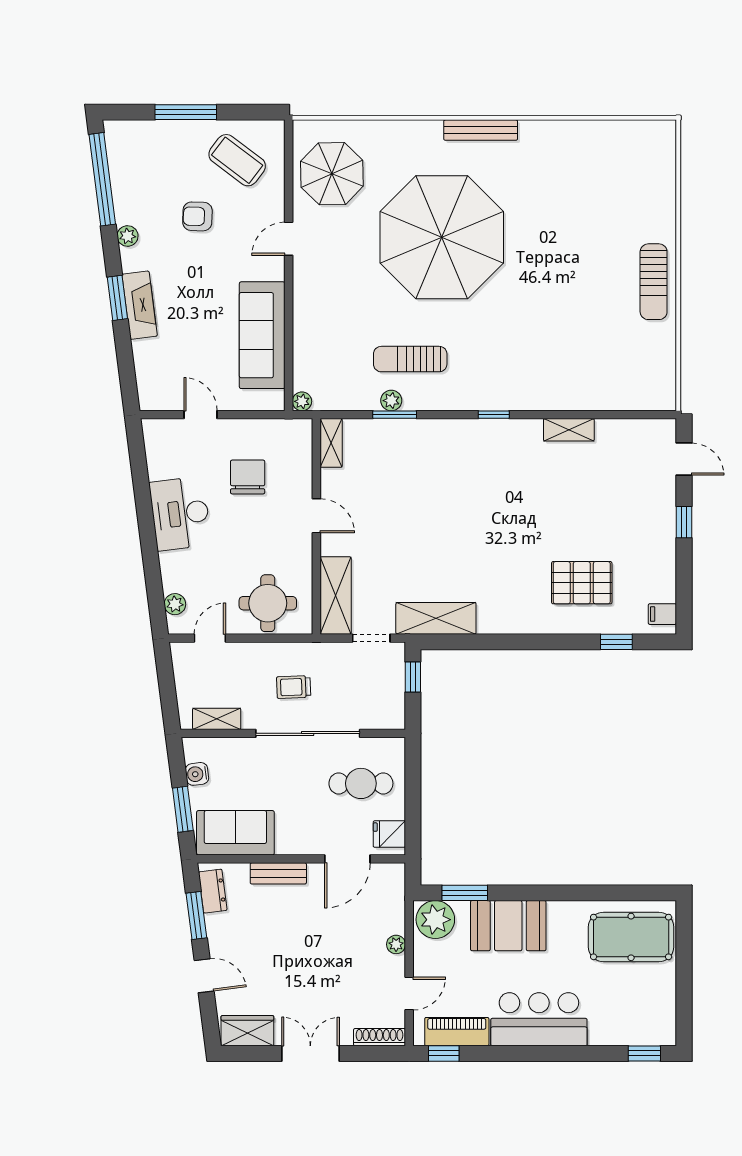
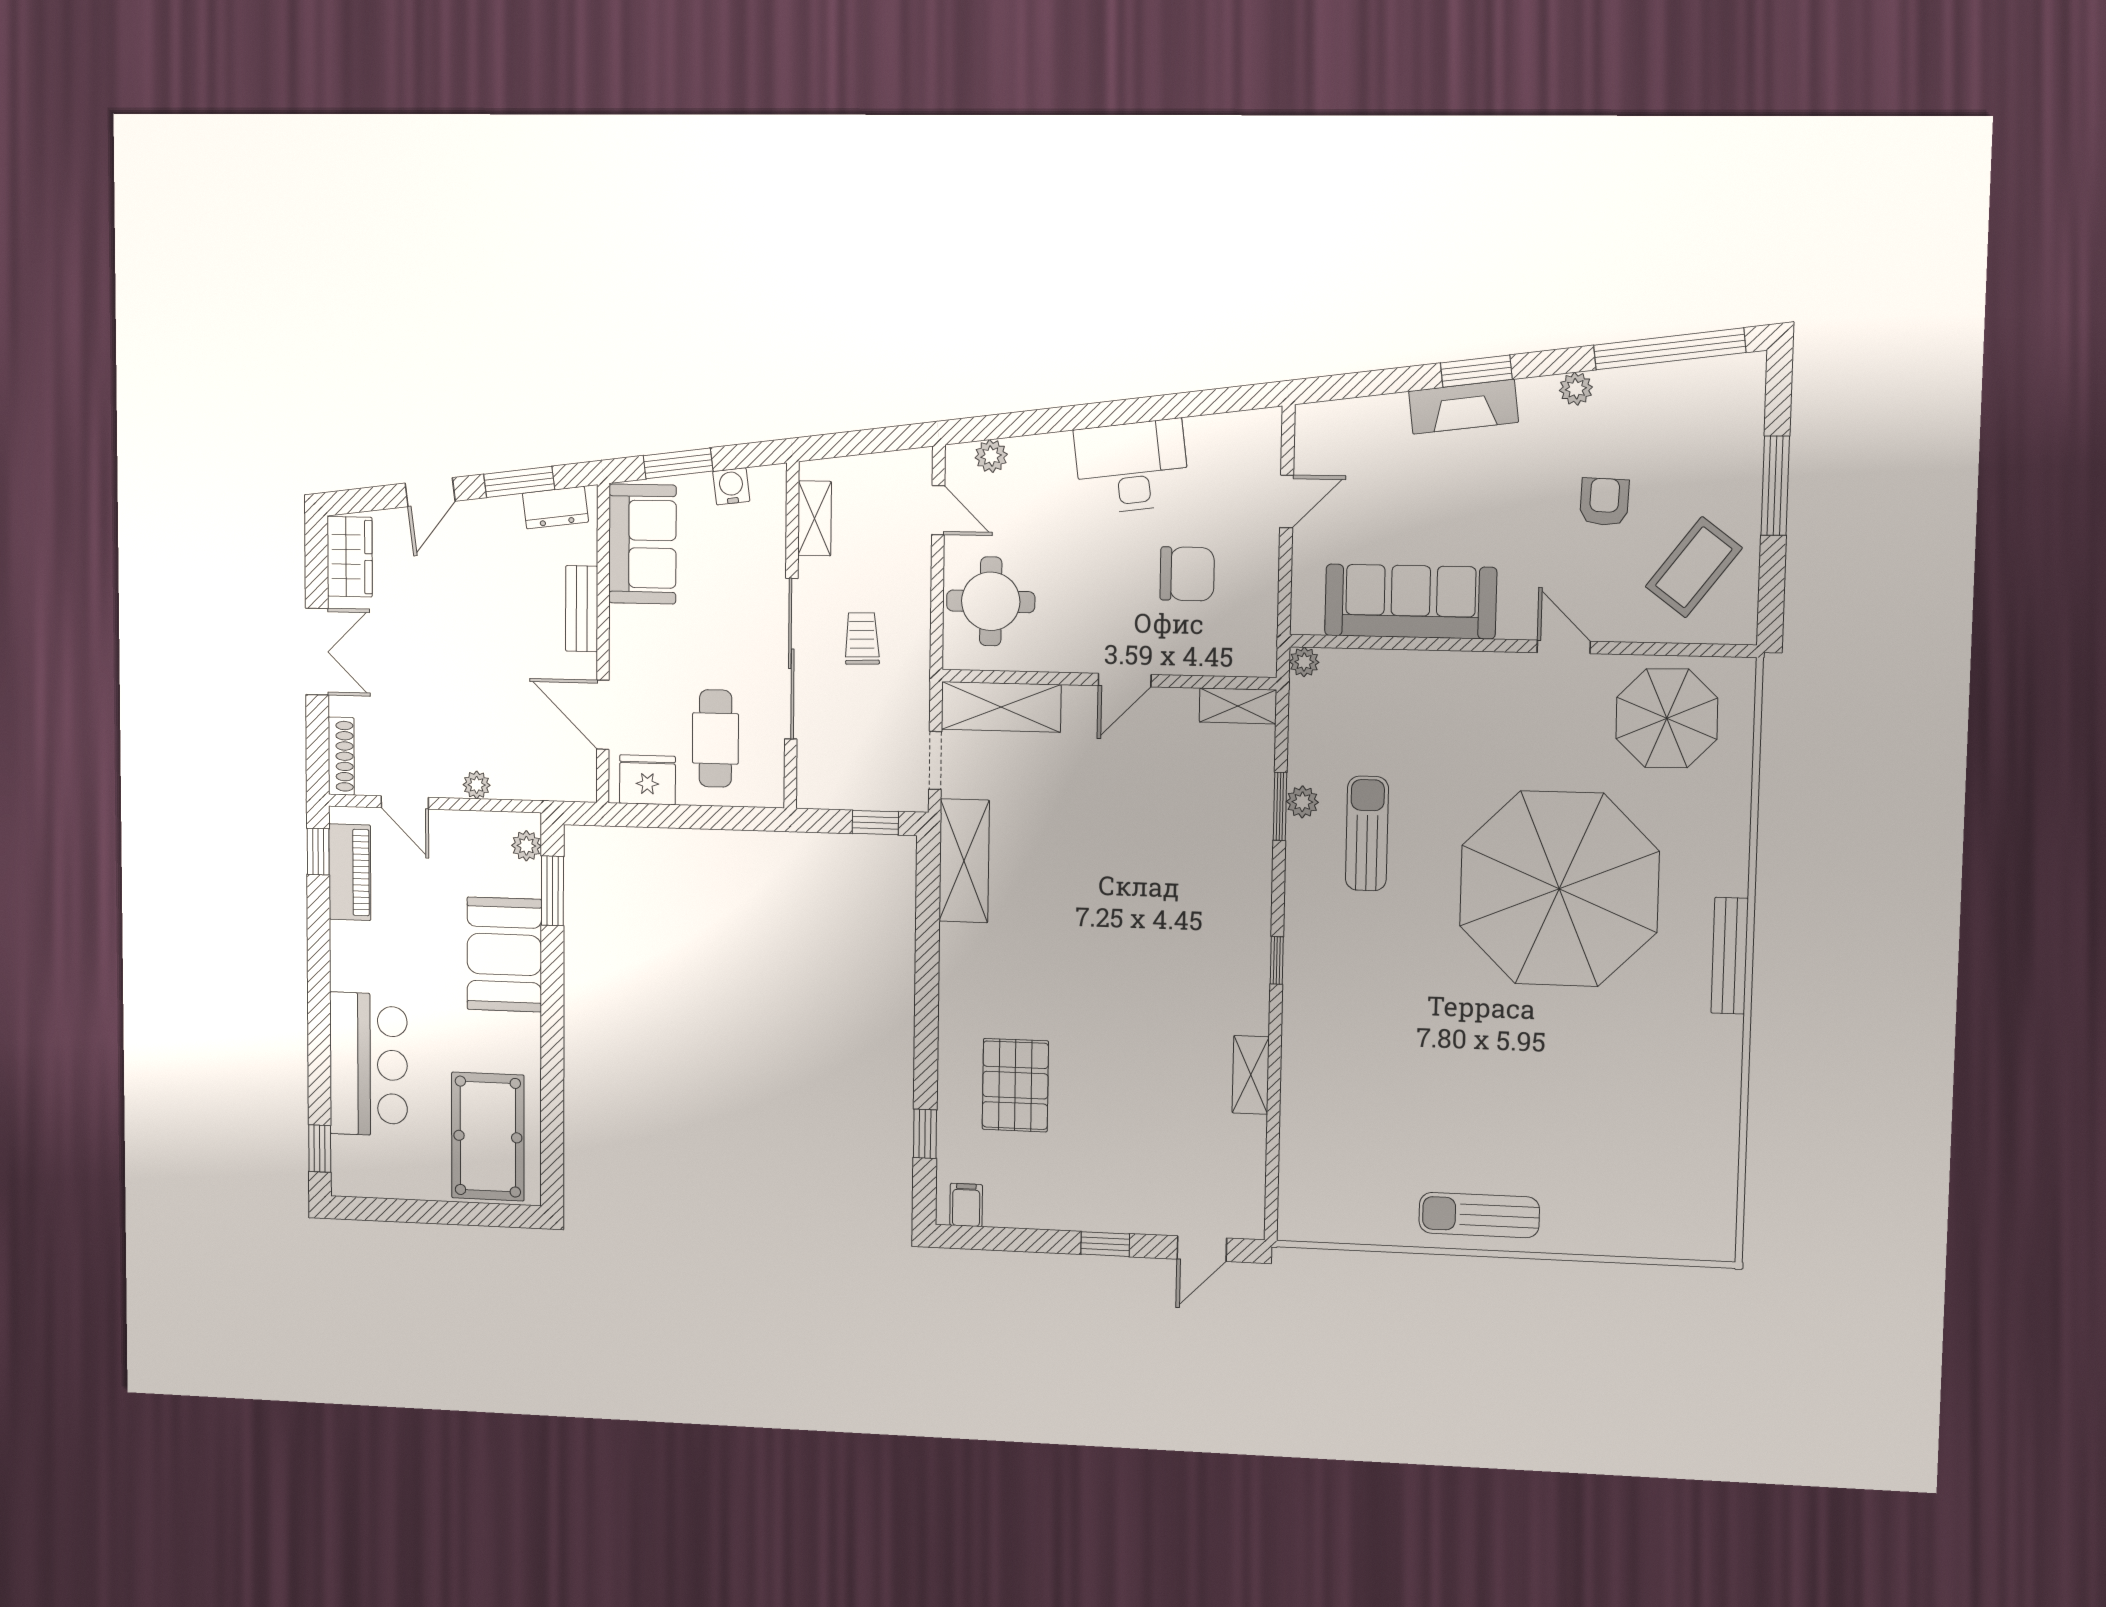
fridge: (389, 834) -> (647, 780), width x1.38
plant: (435, 920) -> (526, 846), width x0.53, depth x0.53
bar counter: (539, 1019) -> (368, 1064), moved

